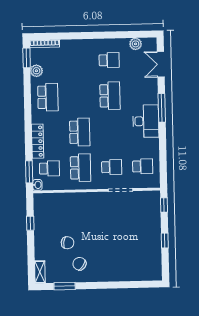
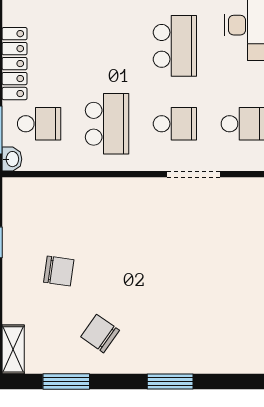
school desk: (80, 132) -> (175, 46), moved
chair: (68, 243) -> (59, 271), moved
window: (112, 285) -> (170, 382), added

